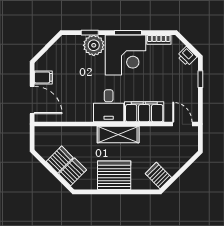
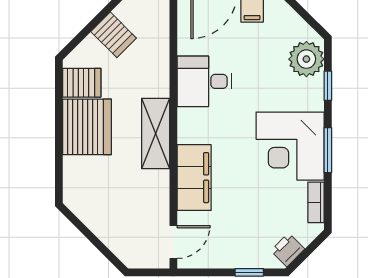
plant: (94, 45) -> (306, 59), moved
desk: (109, 106) -> (204, 81), moved
server rack: (73, 172) -> (82, 83), moved, turned -45
server rack: (158, 175) -> (87, 202), removed

